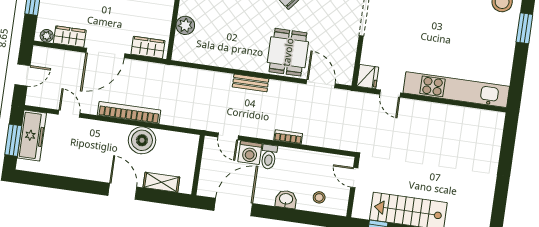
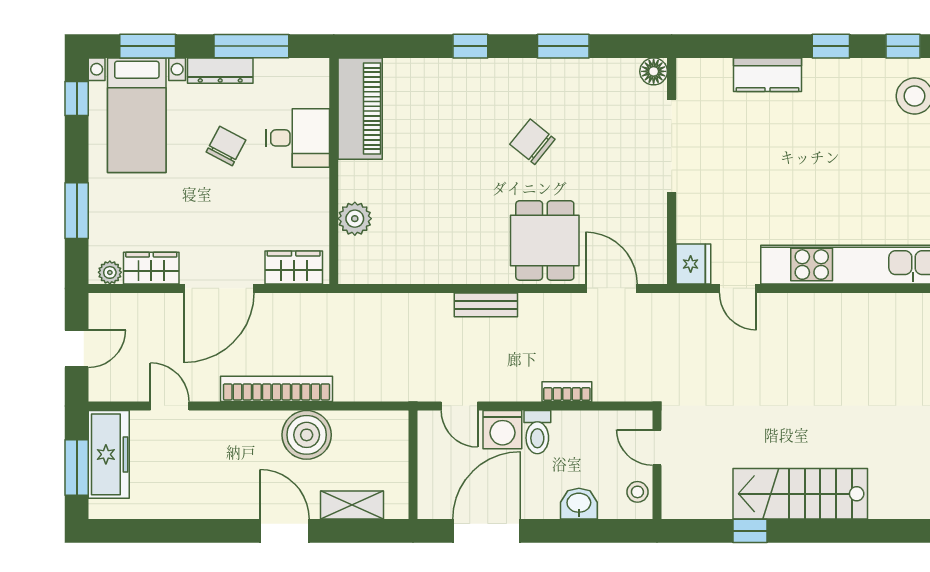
door: (354, 178) -> (657, 447), moved
wall: (353, 187) -> (657, 465), moved

